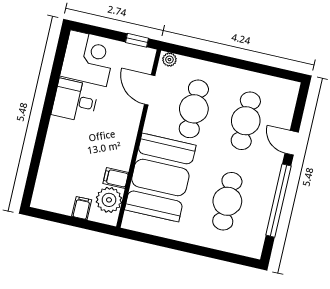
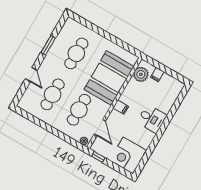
desk: (75, 101) -> (152, 119), moved
filing cabinet: (116, 178) -> (121, 107), moved
window: (278, 201) -> (48, 45), width x0.47

